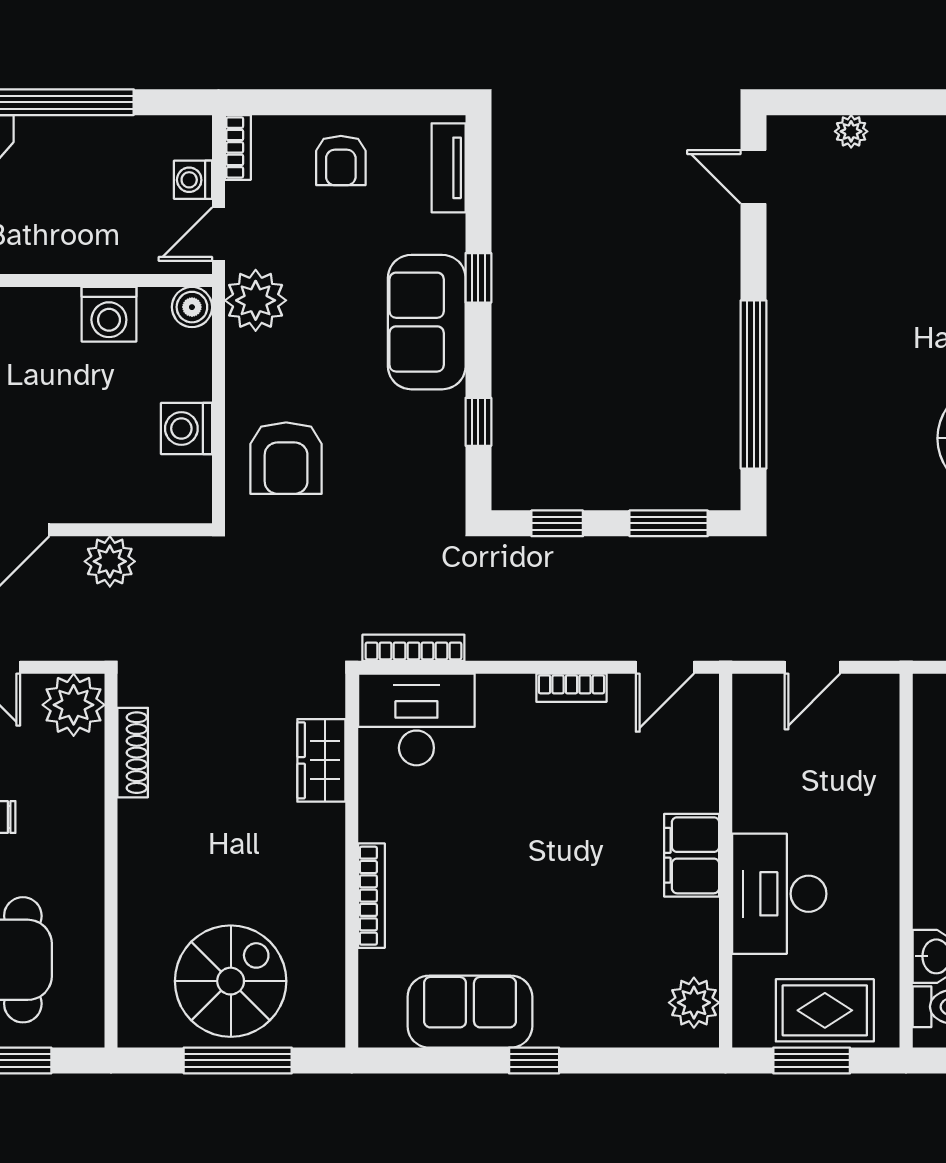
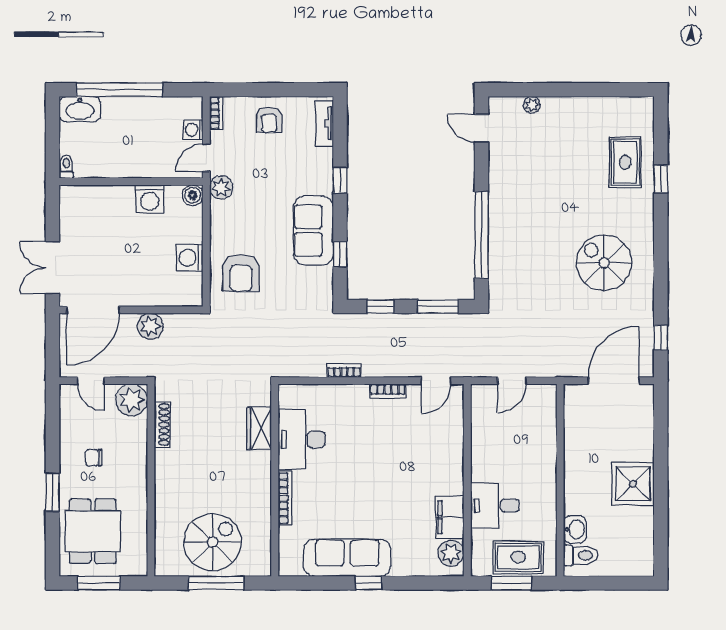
plant: (256, 300) -> (221, 188), width x0.73, depth x0.73
sofa: (427, 322) -> (313, 231), moved
bookcase: (413, 648) -> (344, 371), moved, width x0.64
desk: (416, 720) -> (302, 440), moved, turned -90
filing cabinet: (692, 855) -> (450, 517), moved
desk: (779, 894) -> (495, 506), width x0.73
sofa: (470, 1012) -> (347, 558), width x1.36

